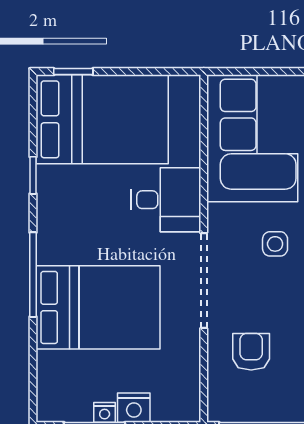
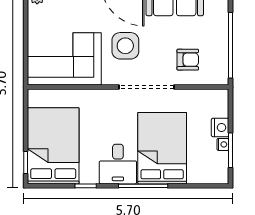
desk: (166, 200) -> (118, 164), moved, turned 180
side table: (275, 244) -> (125, 46), width x1.87, depth x1.87
armchair: (251, 352) -> (188, 60), turned 180

